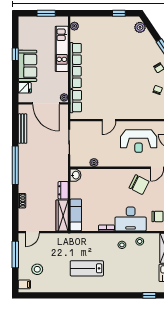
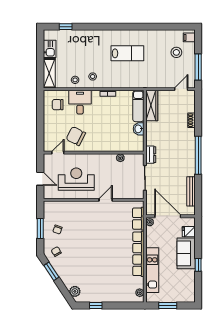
washbasin: (76, 175) -> (139, 129), moved
dresser: (63, 190) -> (151, 155), moved
desk: (131, 219) -> (80, 102), width x0.73

